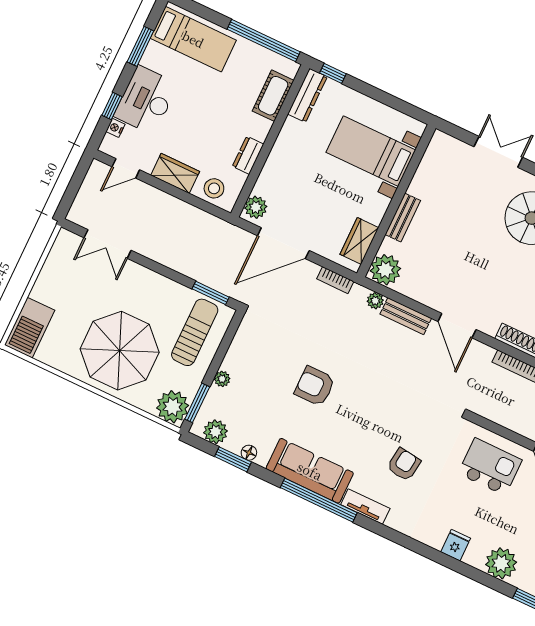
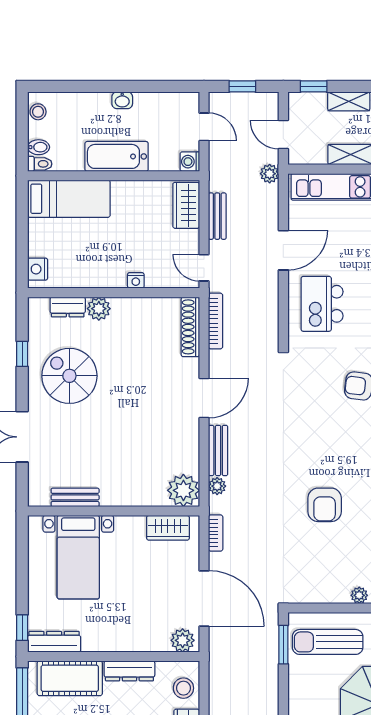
cot: (273, 96) -> (70, 678), width x1.37, depth x1.34
dresser: (248, 155) -> (129, 671), width x1.44
bench: (403, 218) -> (75, 497), moved

